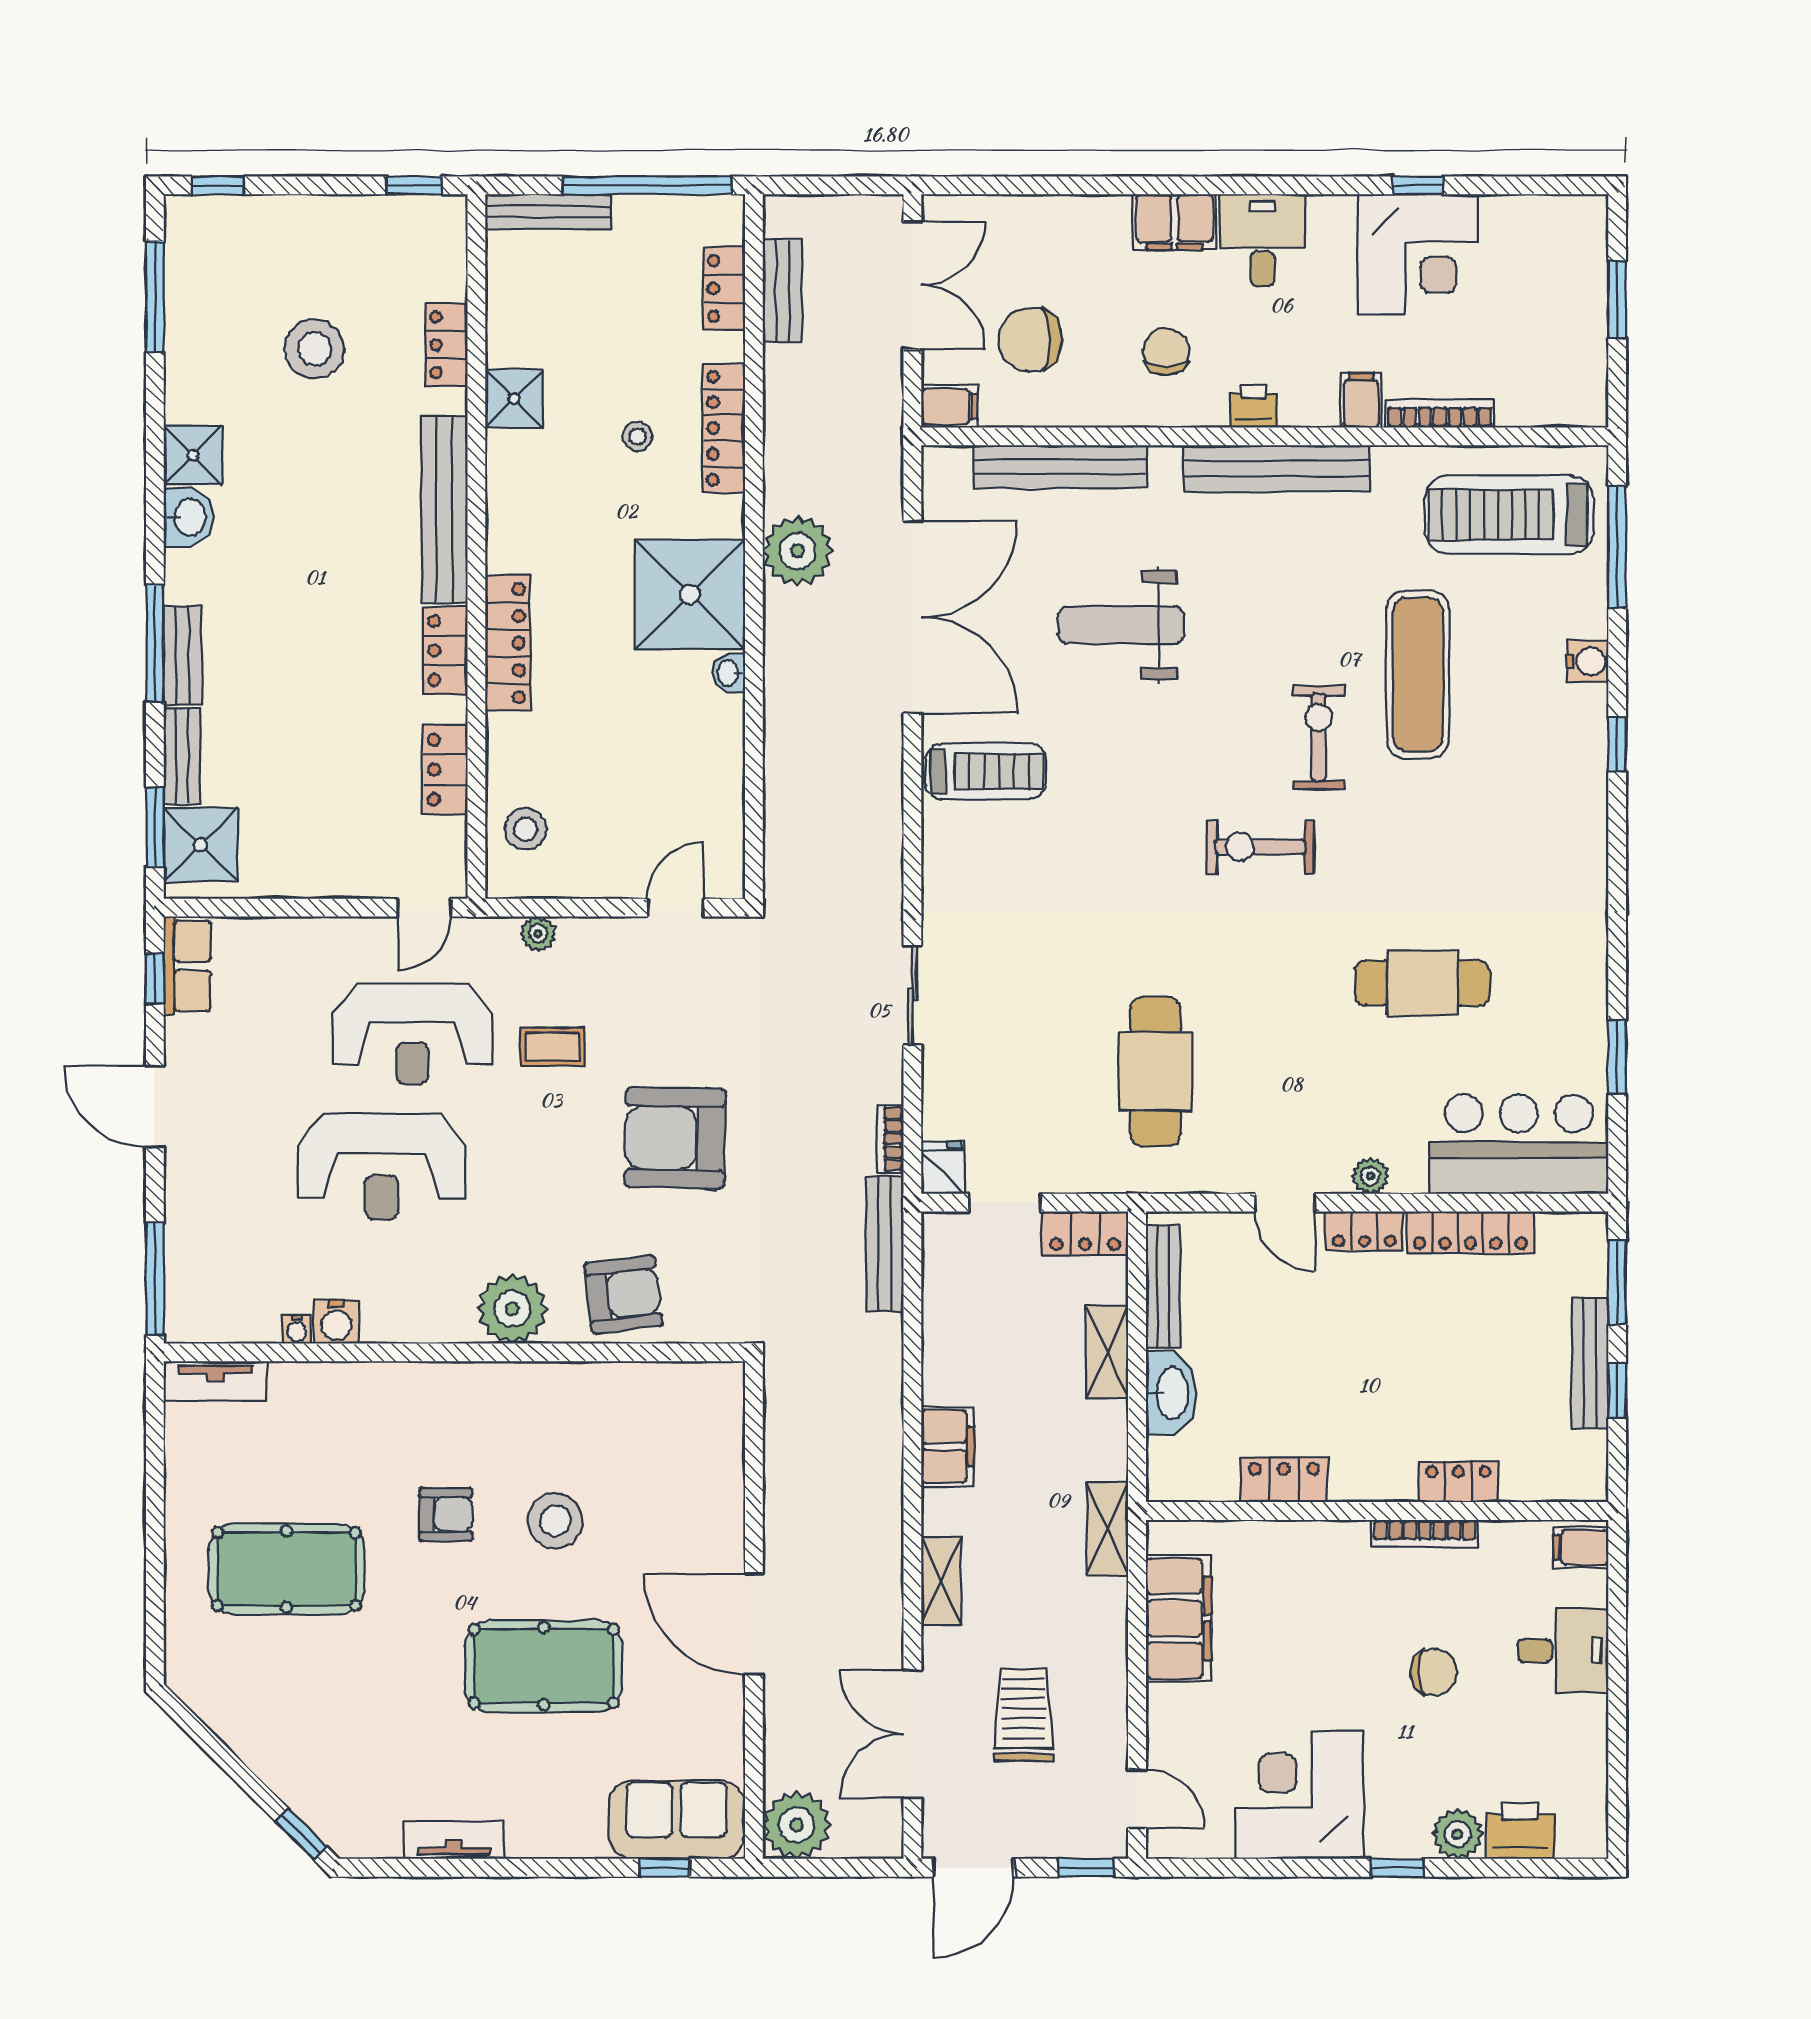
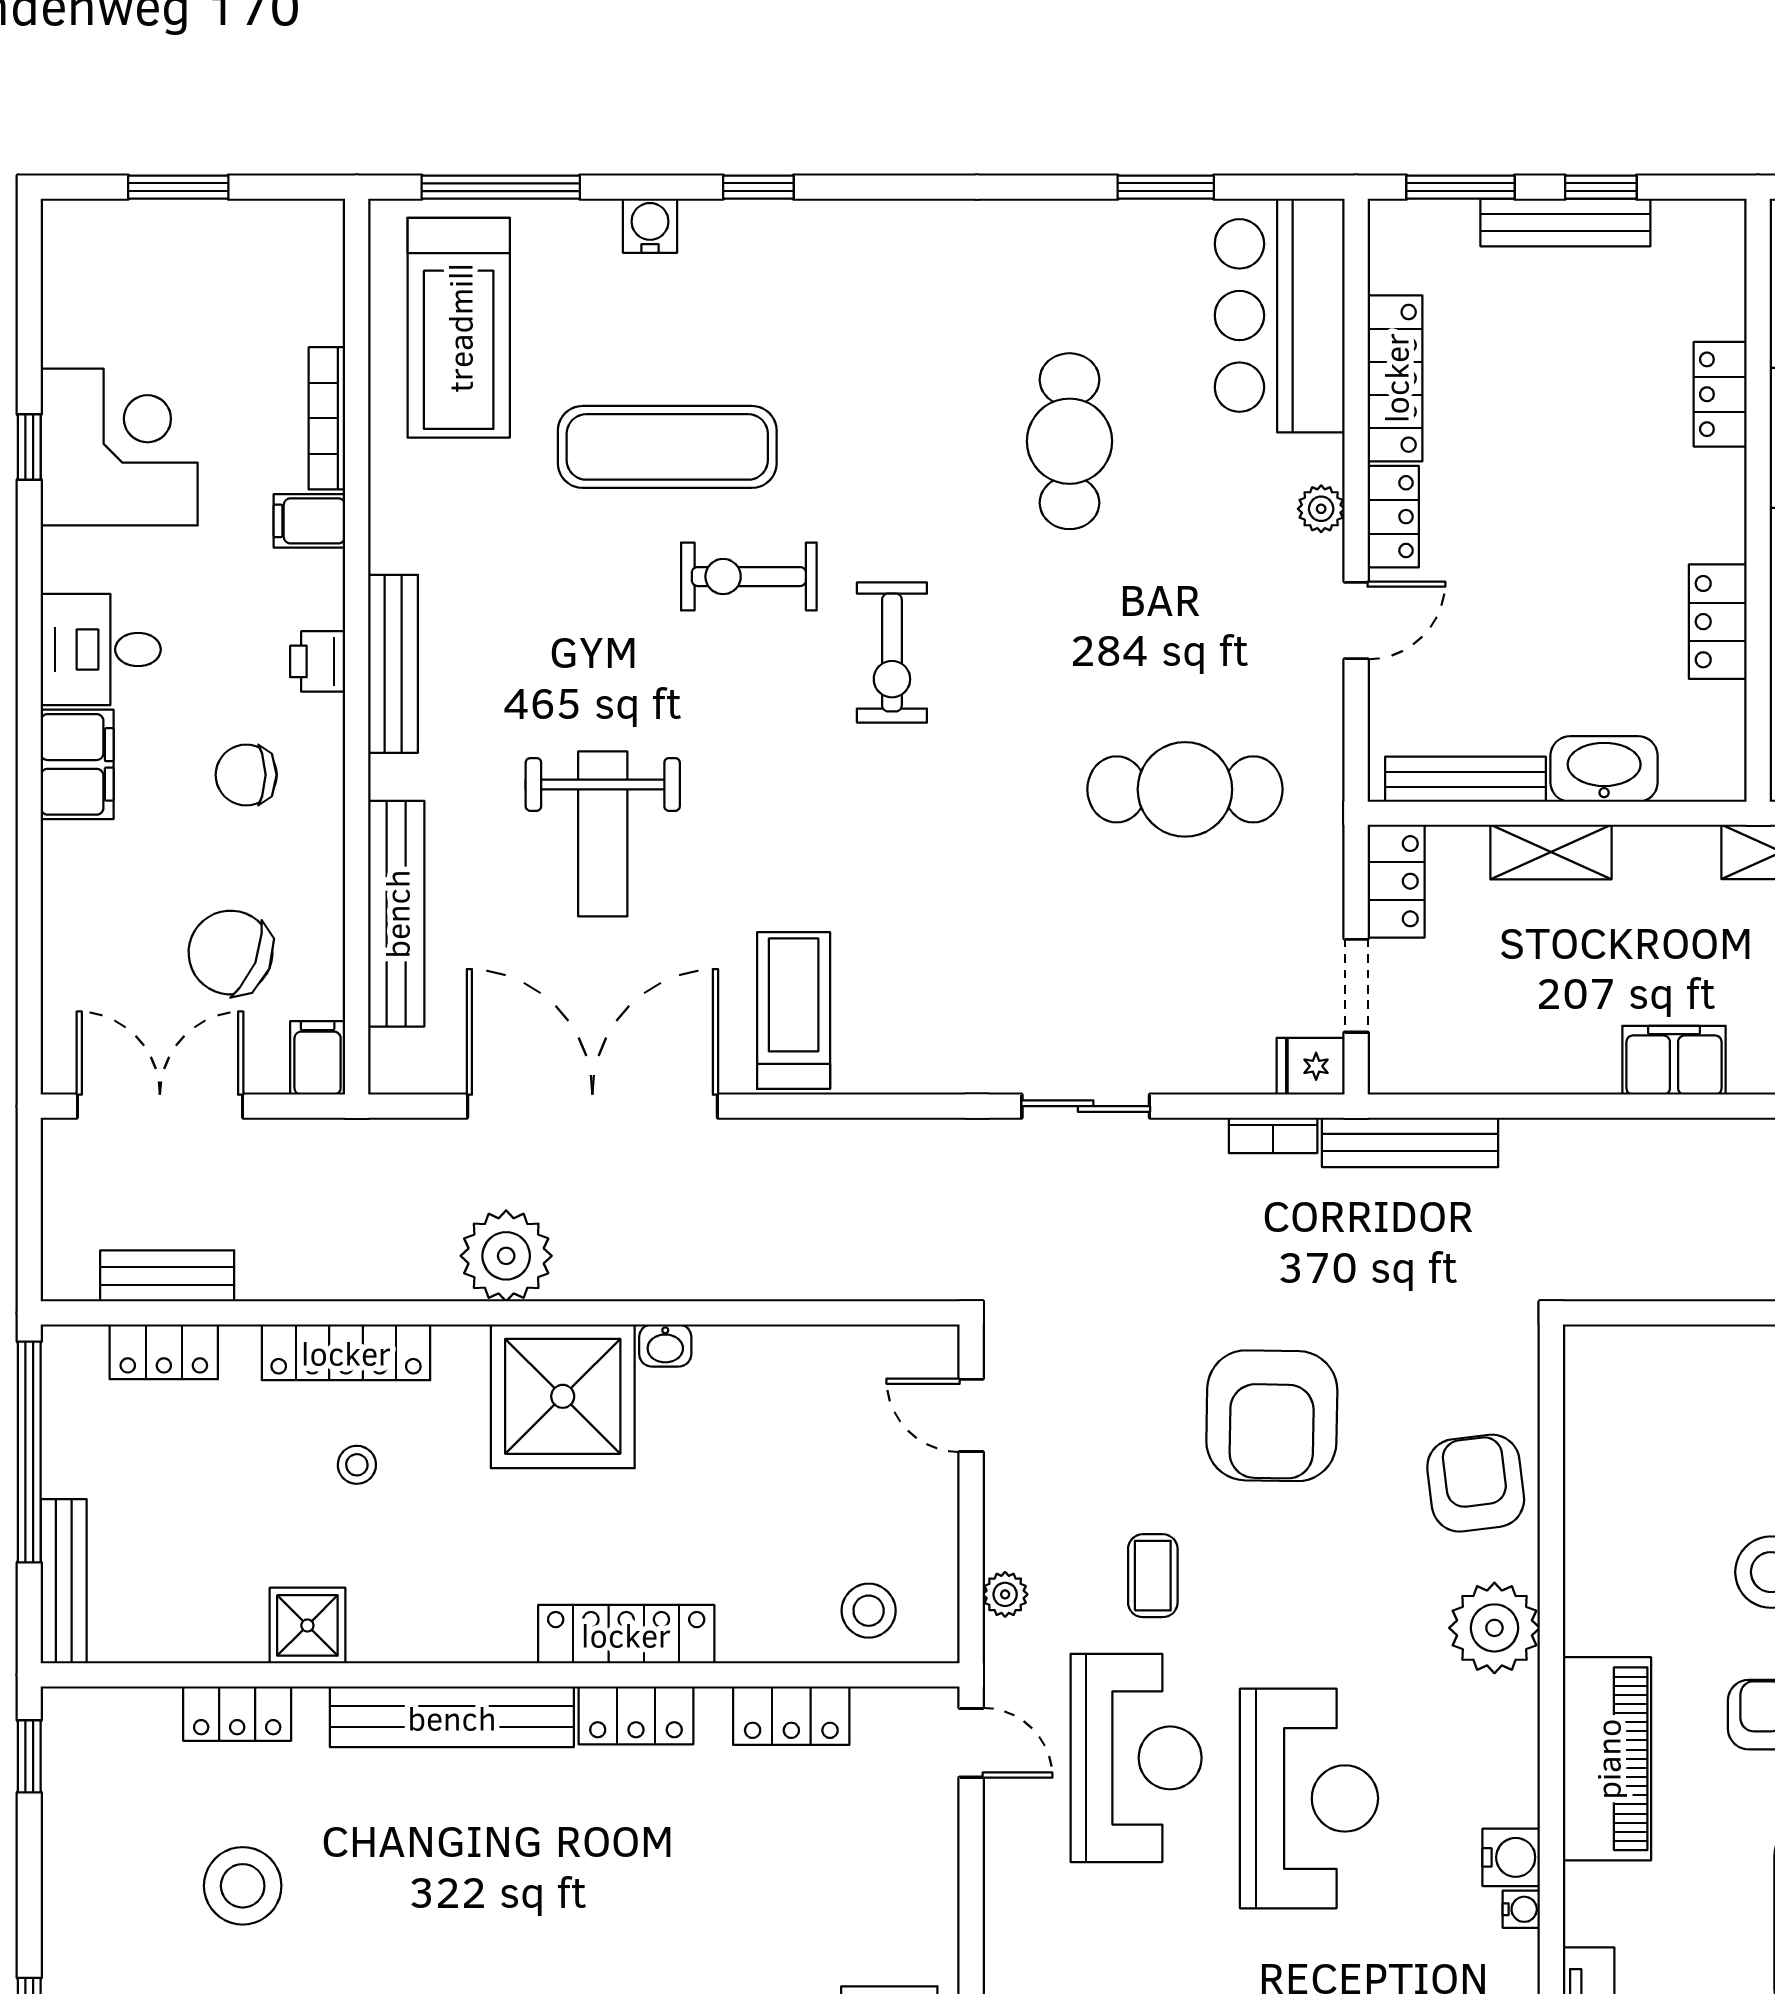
chair: (1030, 340) -> (230, 953), turned 112
bench: (1277, 468) -> (393, 664), width x0.73, depth x0.82
piano: (412, 1395) -> (1607, 1759), added

